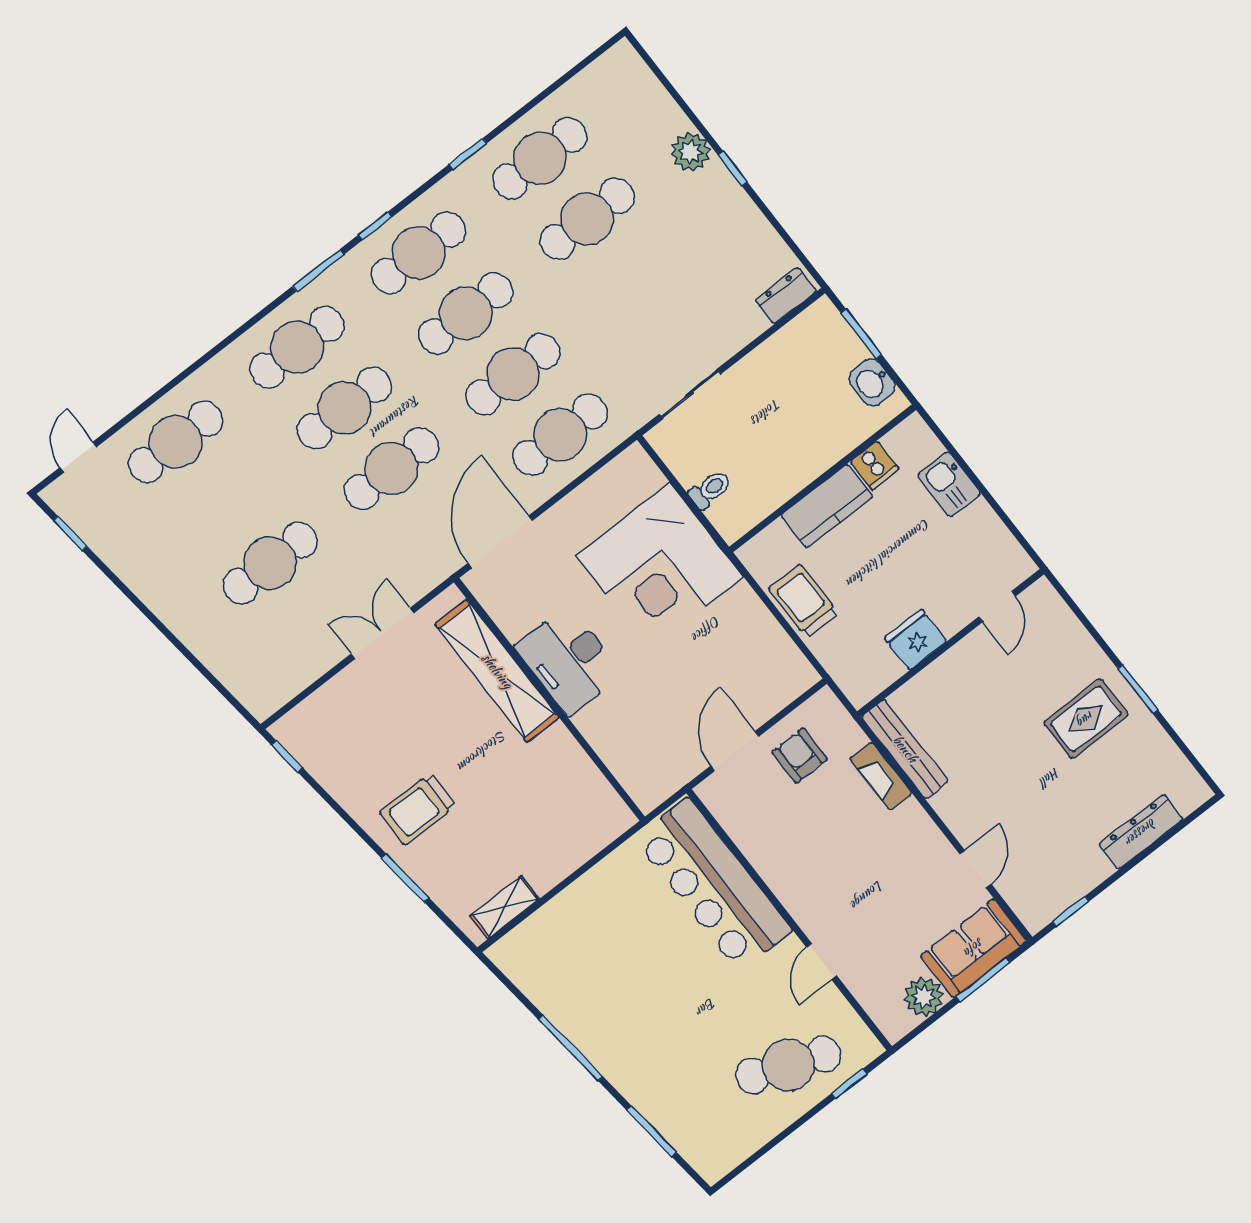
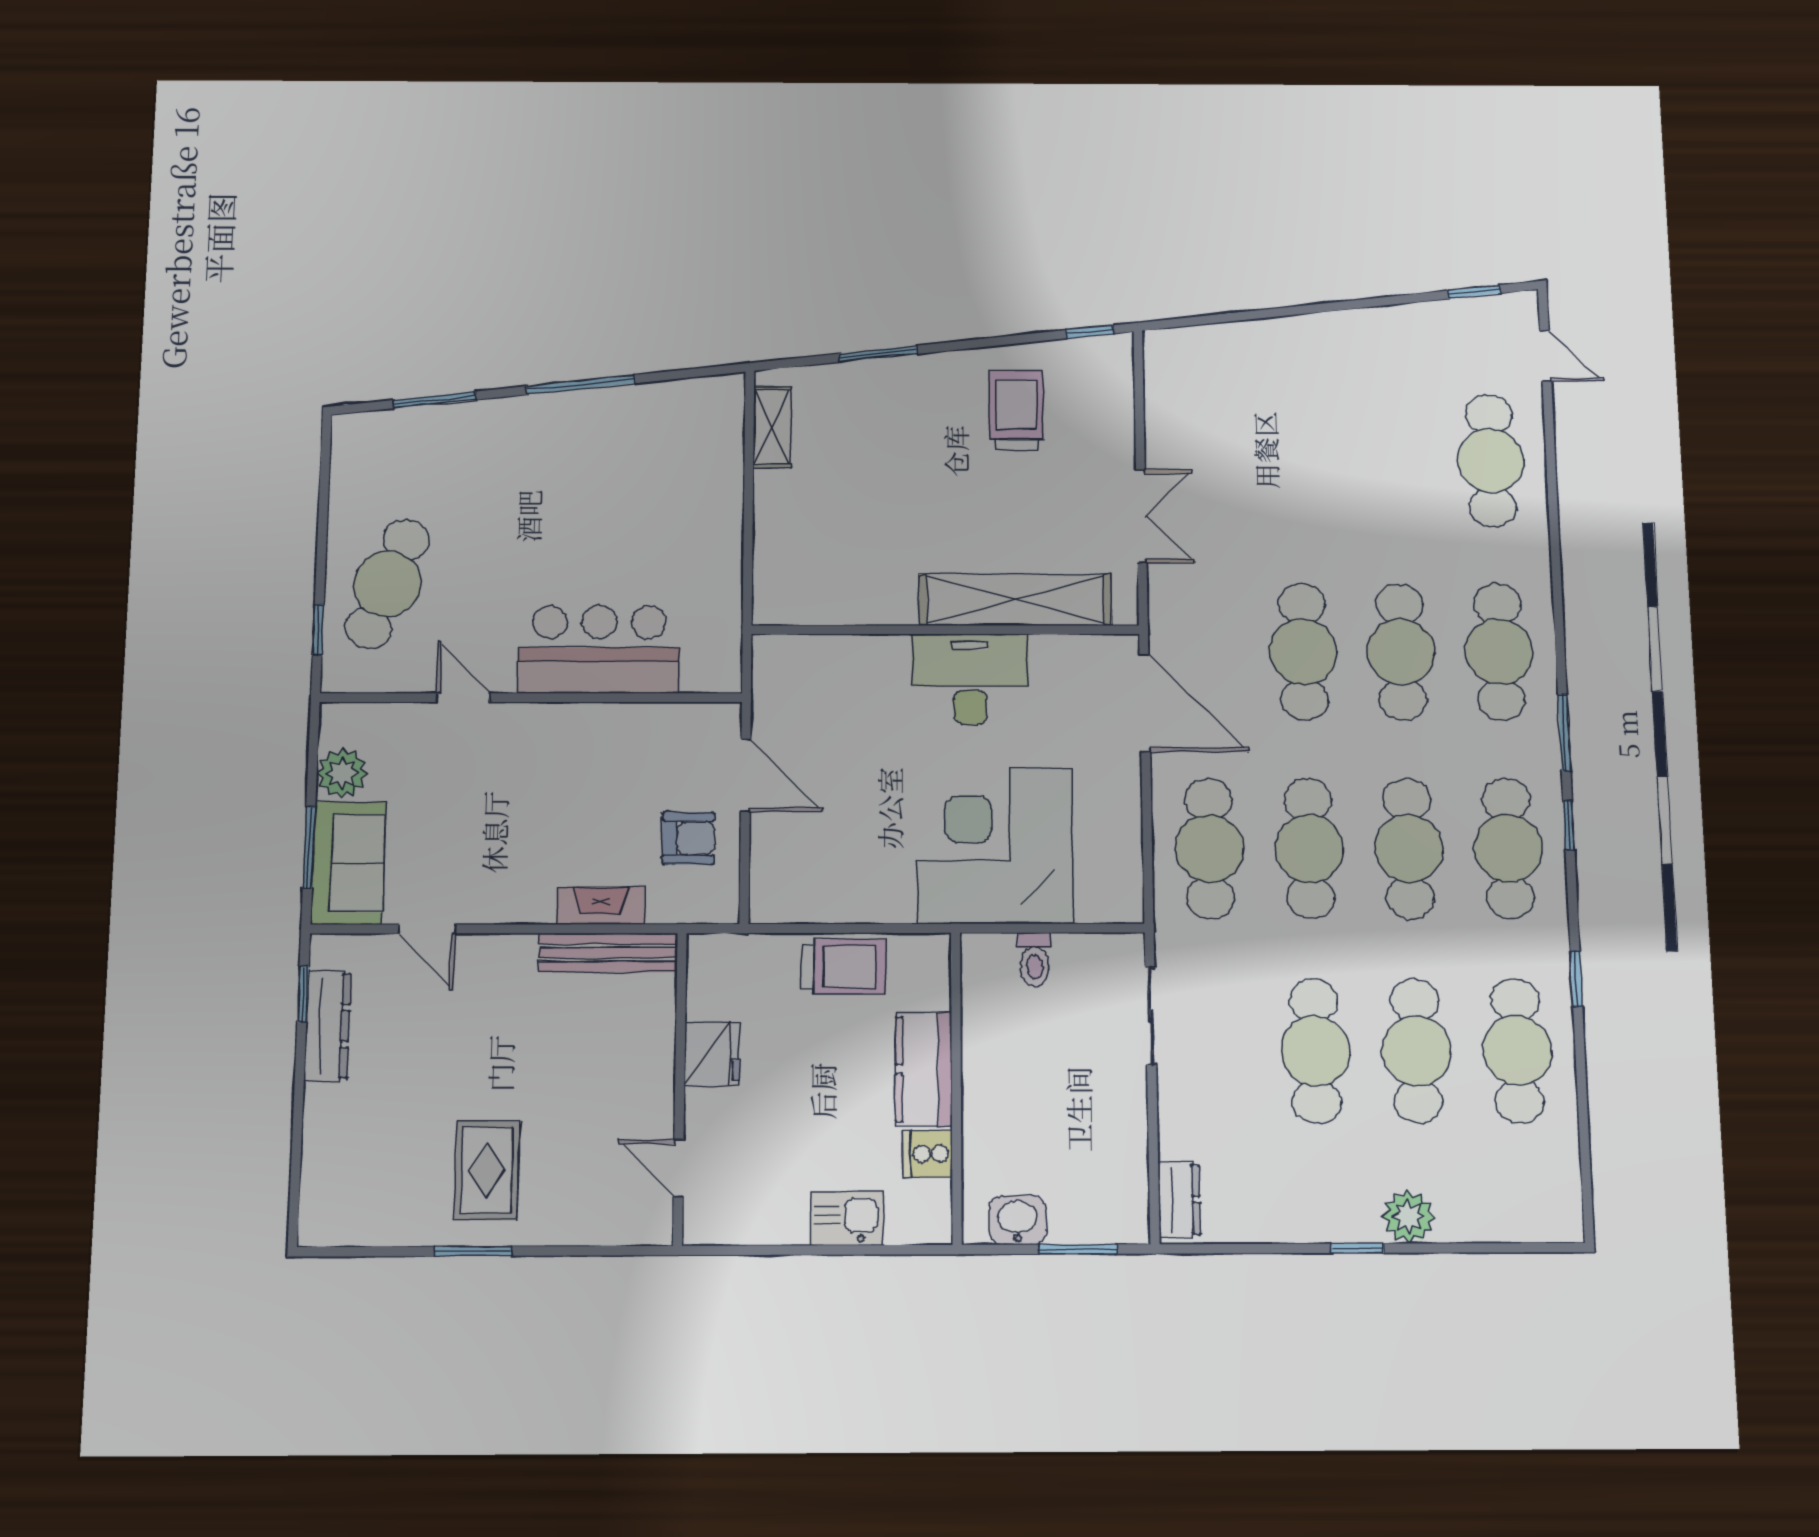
cafe table: (270, 563) -> (1315, 1051), moved
trolley: (418, 809) -> (1016, 410), moved
dresser: (1141, 832) -> (328, 1026), moved
bar counter: (713, 885) -> (599, 649), width x0.73

